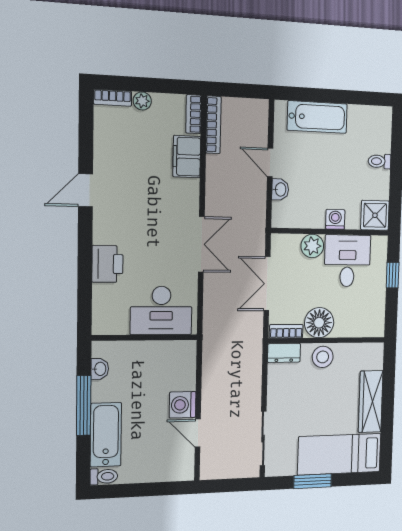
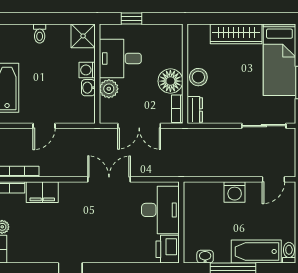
washbasin: (280, 189) -> (88, 88), moved, turned -90
printer: (107, 264) -> (168, 249), moved, turned -90
door: (198, 433) -> (273, 179), moved

